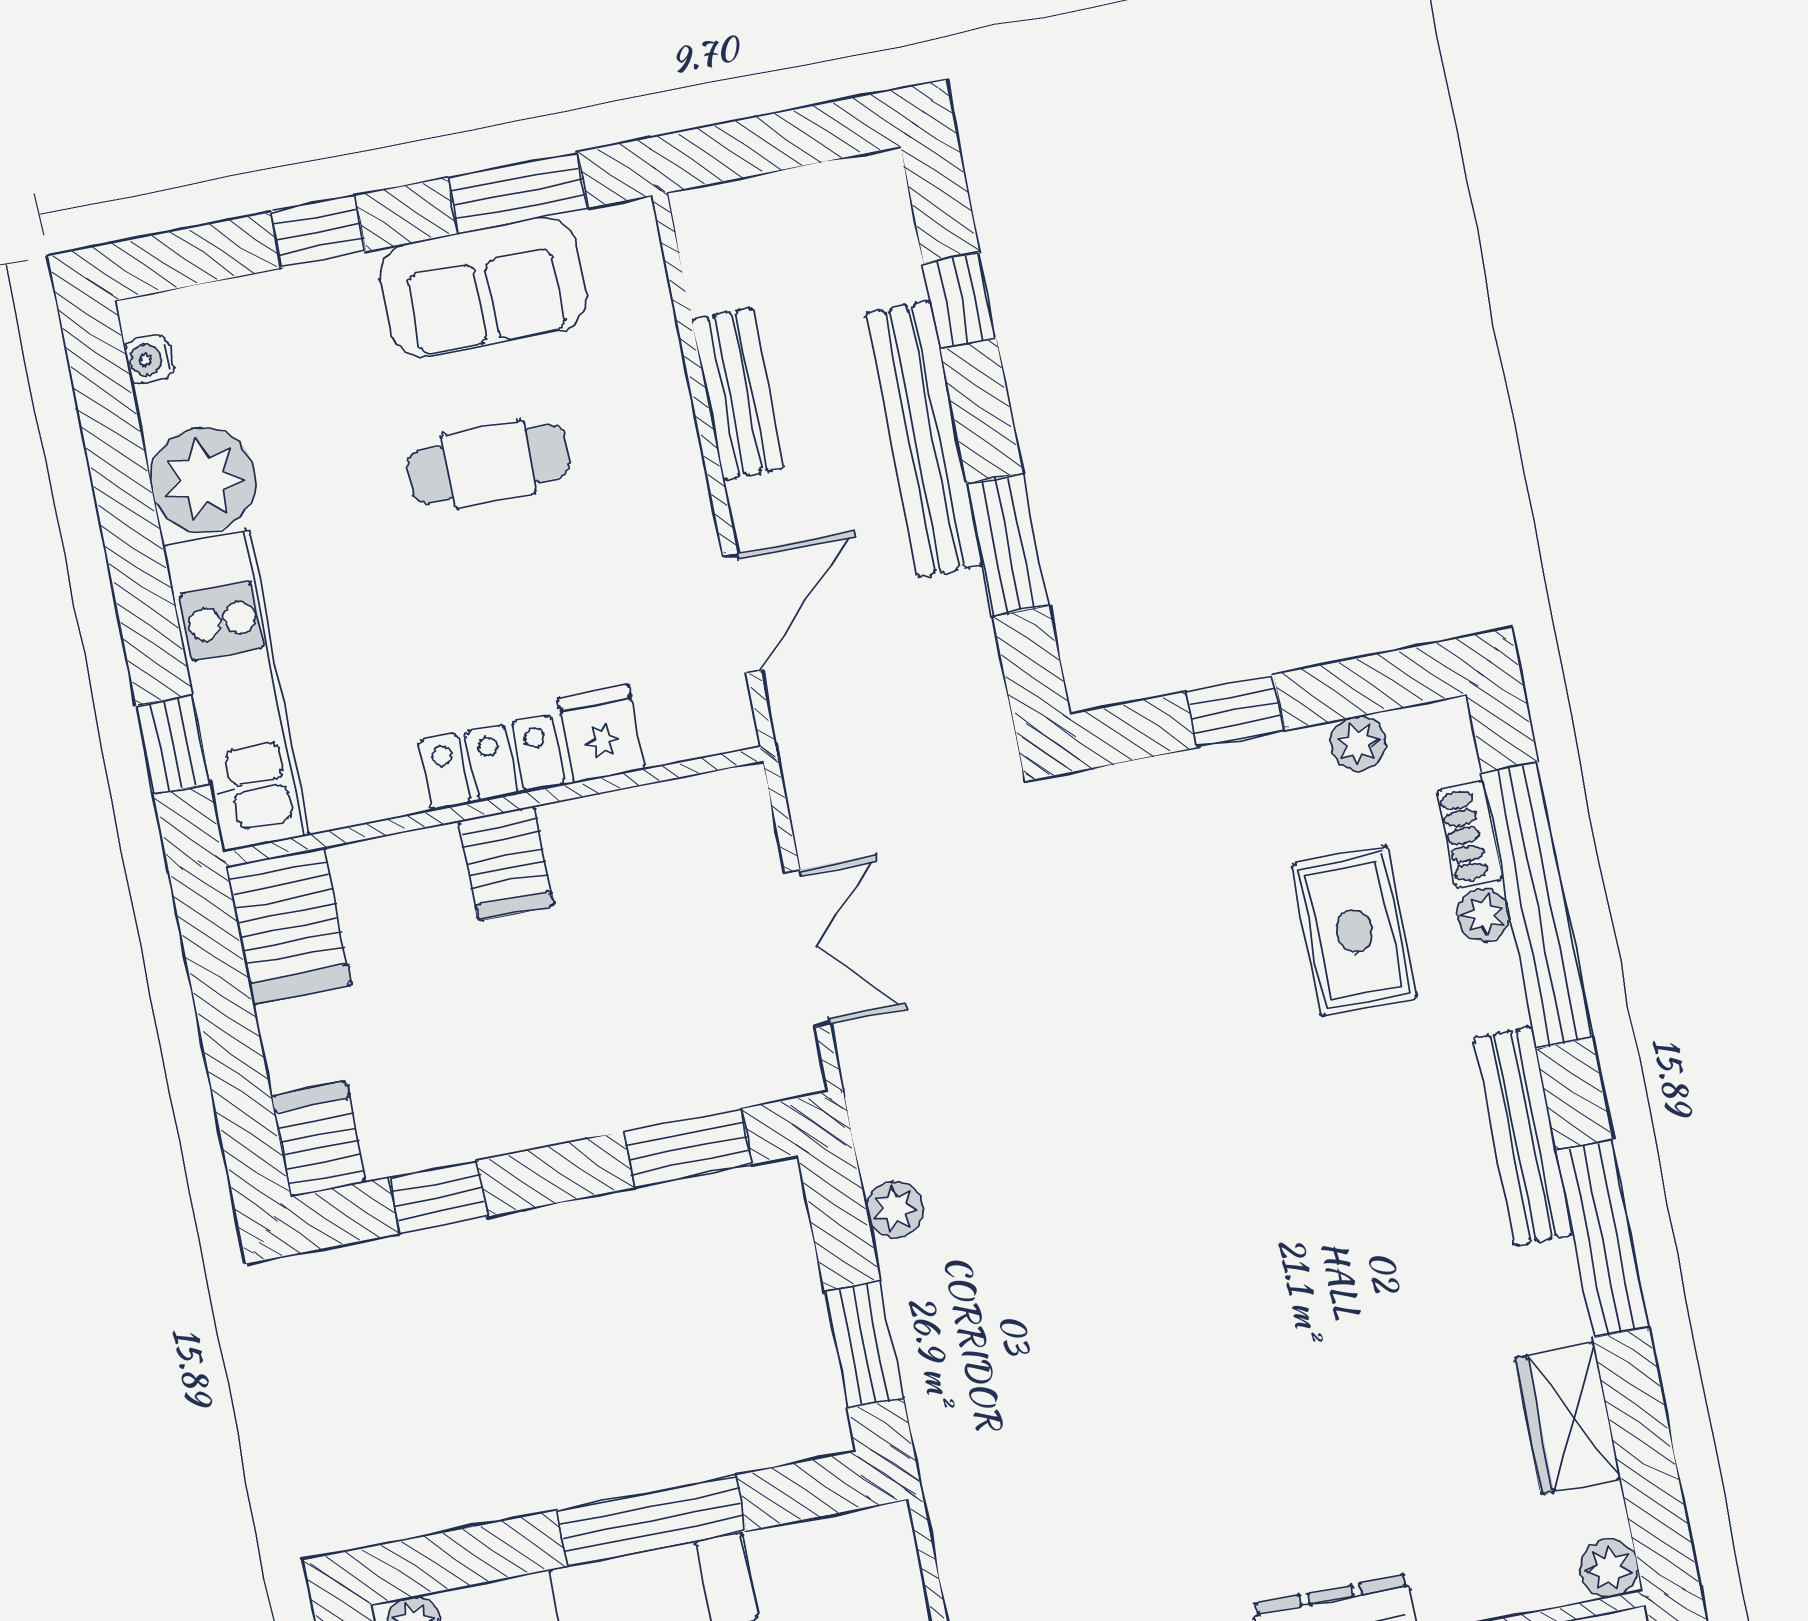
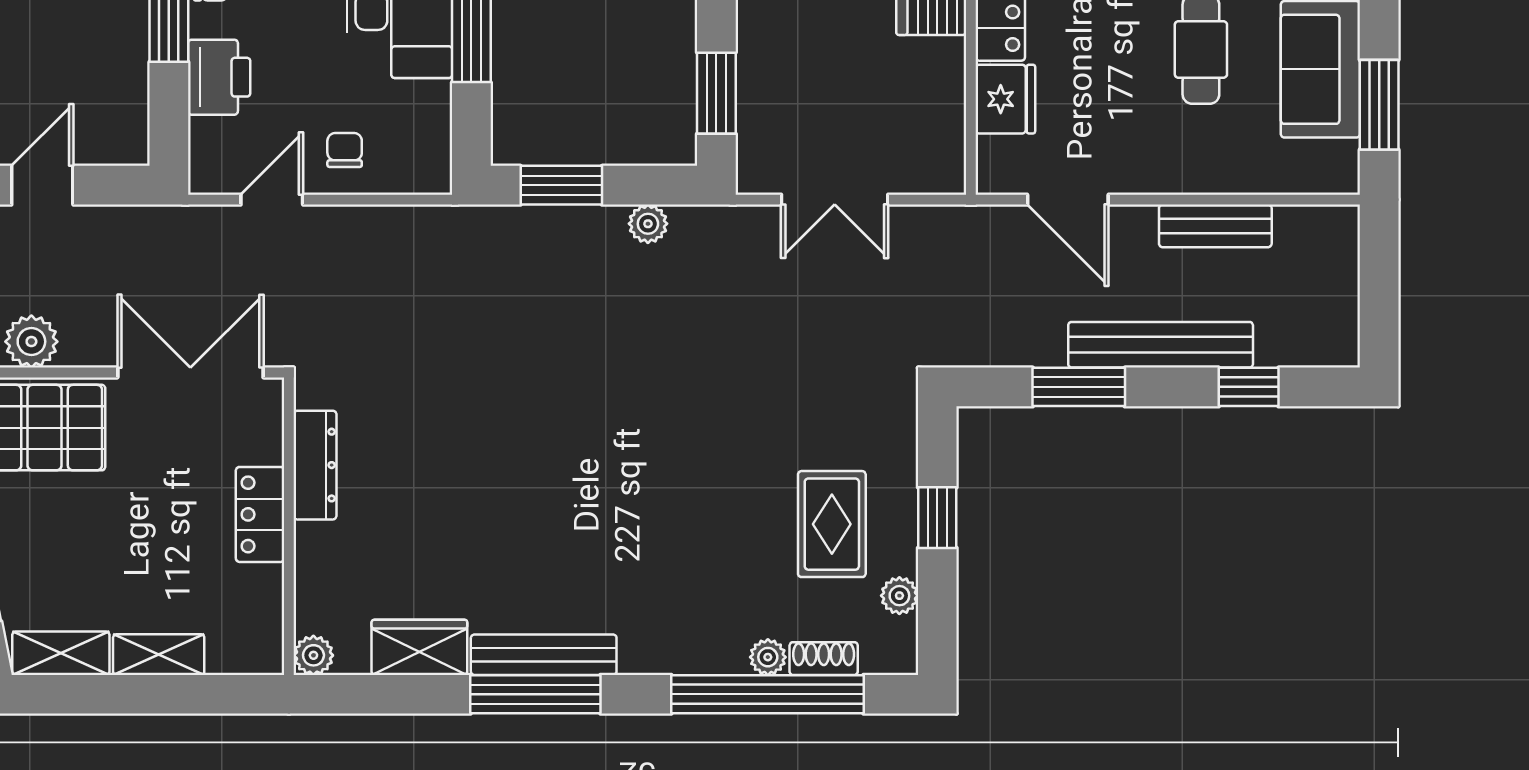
fridge: (601, 734) -> (1005, 99), width x1.38
rug: (1354, 931) -> (832, 524), moved, turned 90
bench: (1523, 1136) -> (544, 655), moved

